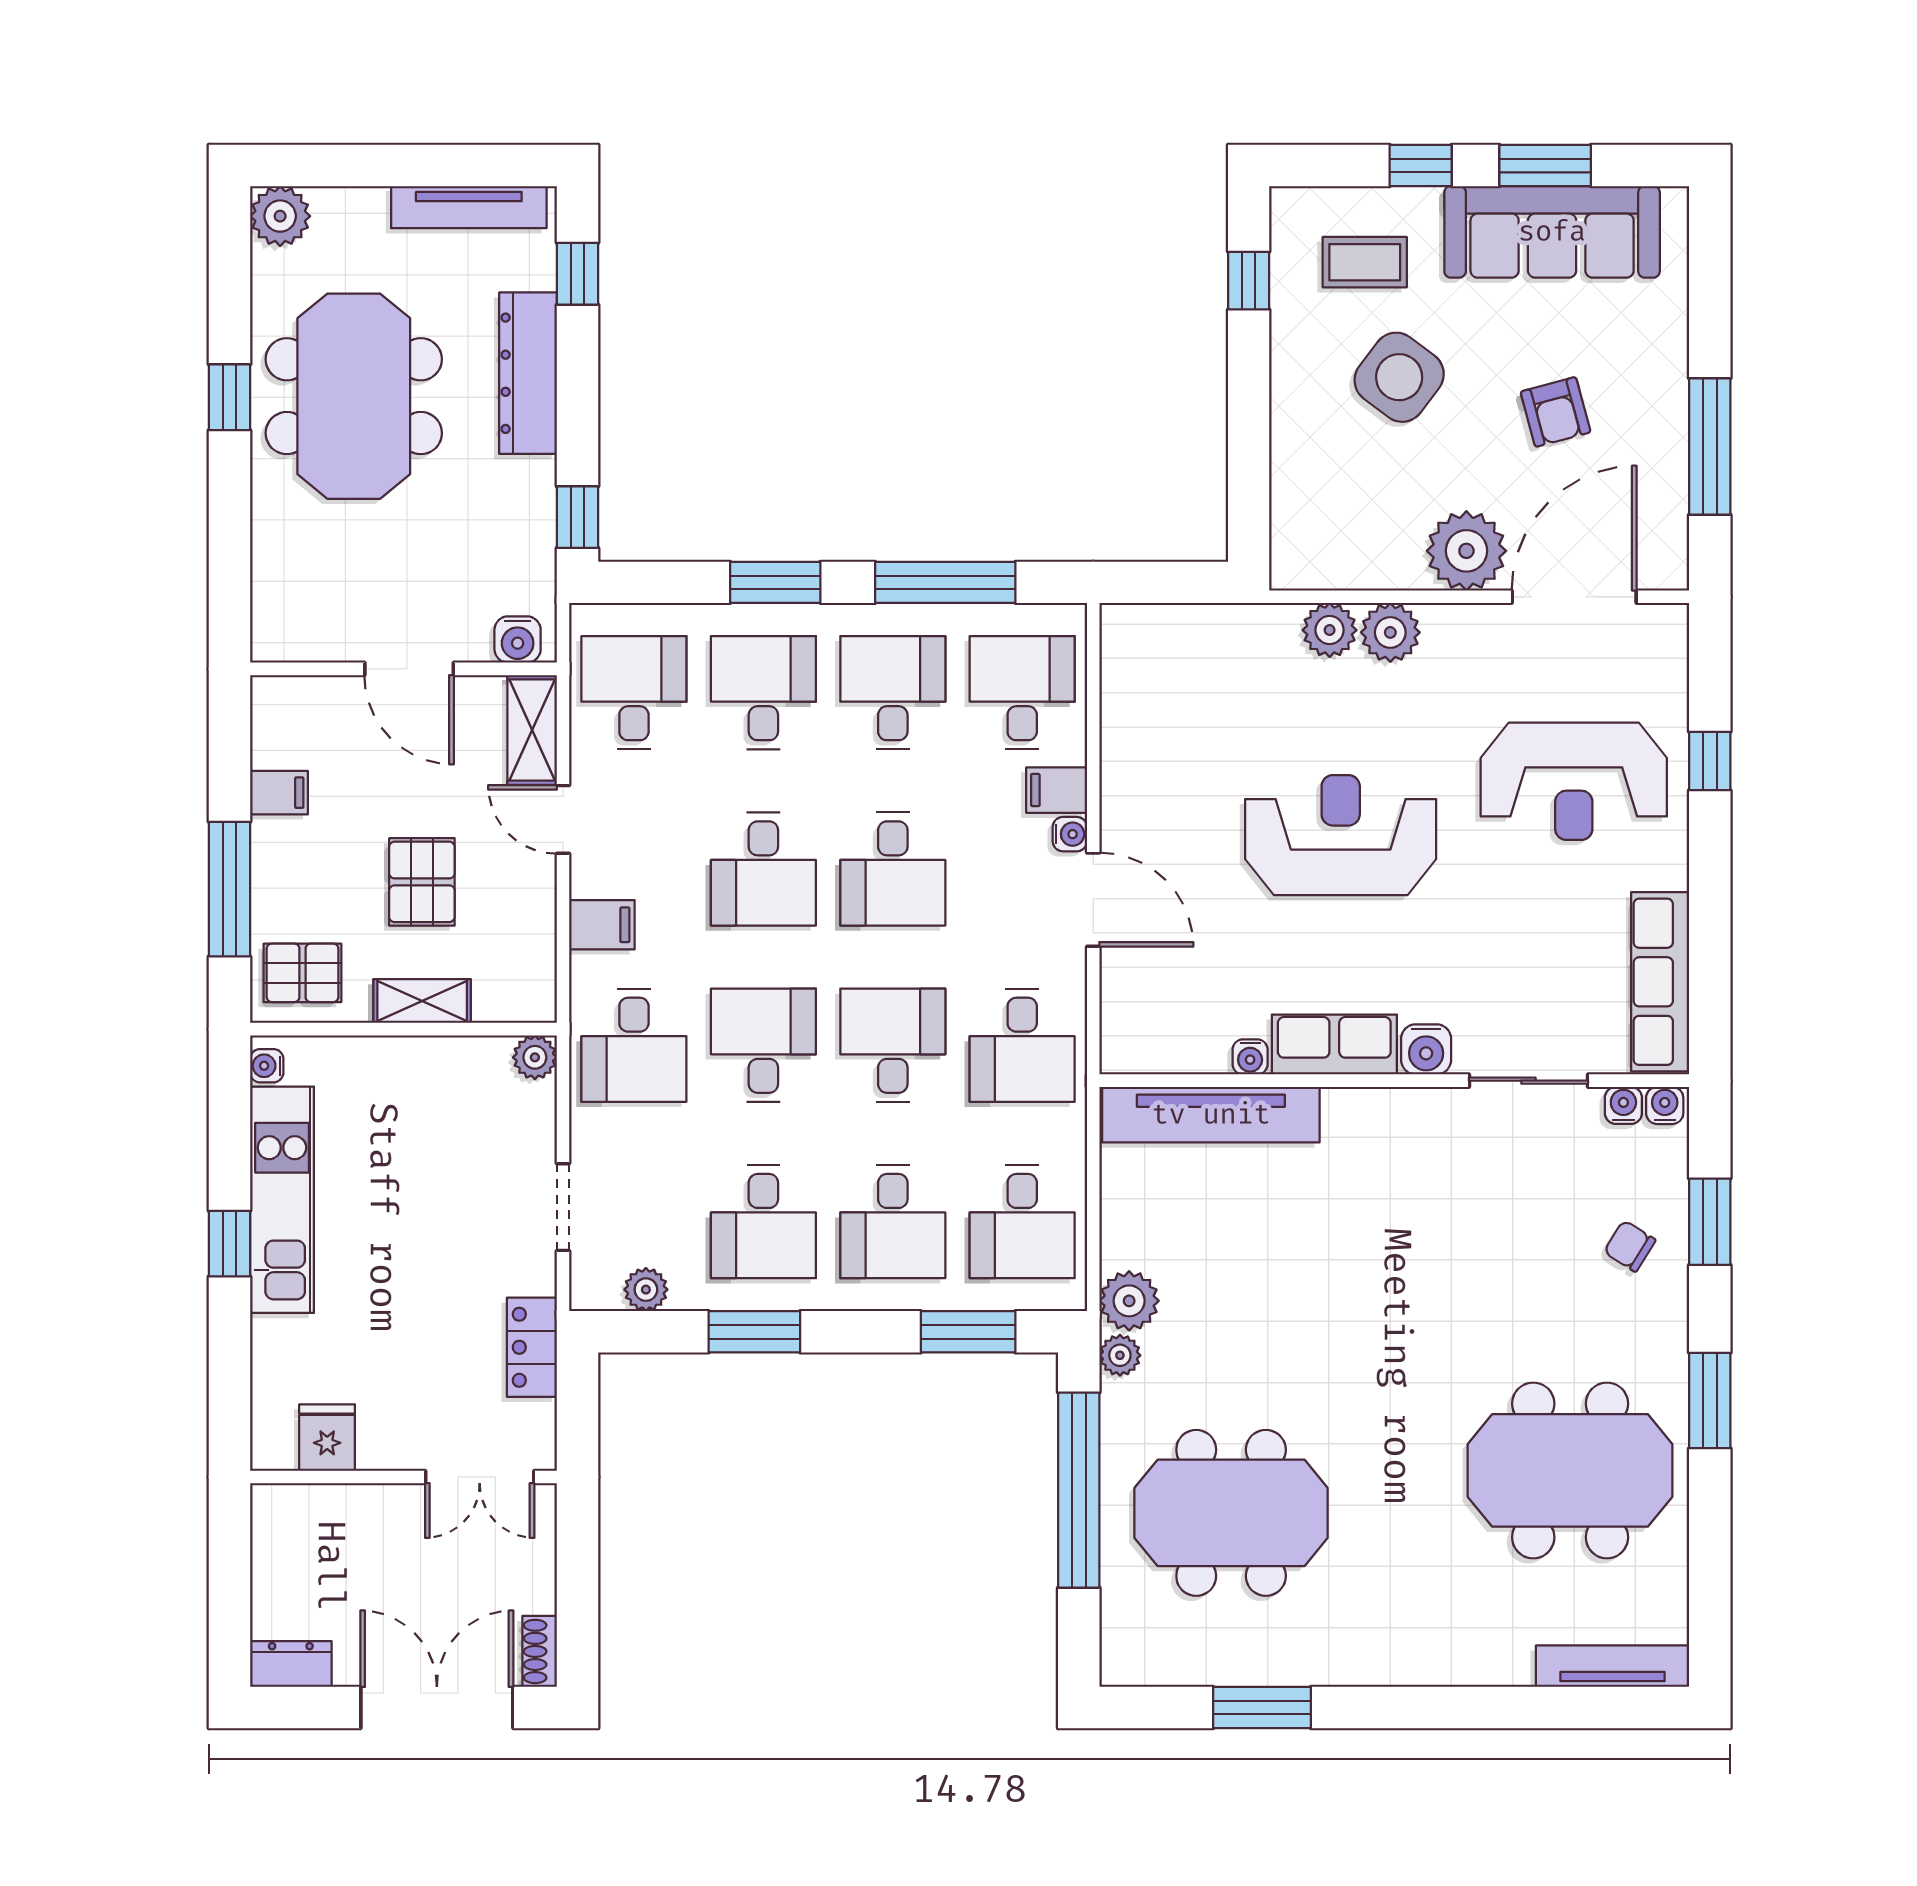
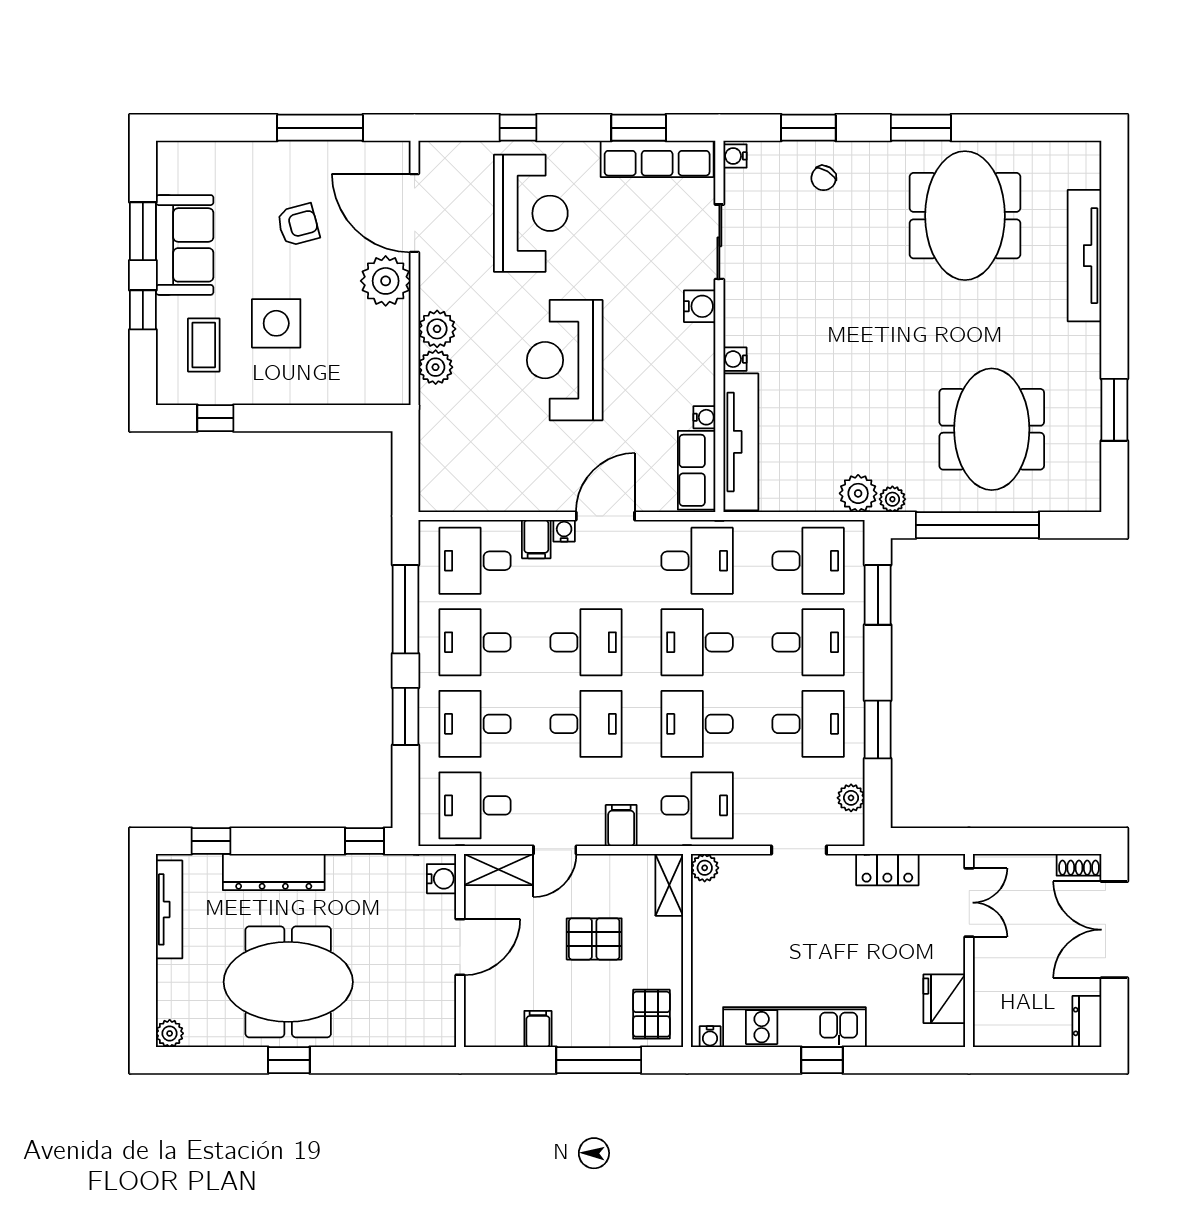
plant: (280, 216) -> (170, 1033), width x0.73, depth x0.73
sofa: (1552, 232) -> (185, 245), width x0.73
side table: (1399, 377) -> (276, 323), turned -37
window: (1710, 953) -> (639, 128), added
shelving: (422, 1001) -> (669, 885), moved
row of seats: (1334, 1045) -> (697, 470), moved
water cooler: (1623, 1105) -> (735, 359), moved
fridge: (327, 1438) -> (944, 999), width x1.38
tv unit: (1612, 1666) -> (1085, 256), moved, width x1.36, depth x1.29

